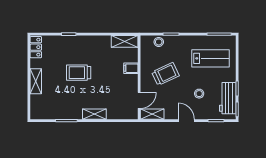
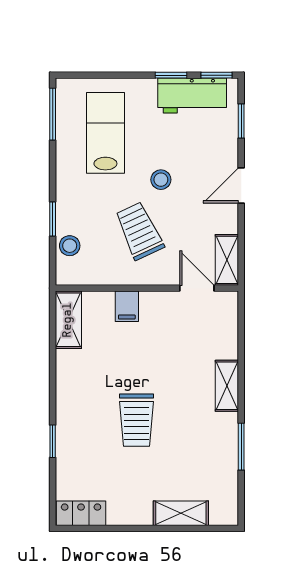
shelving: (36, 81) -> (181, 513), moved
stool: (199, 94) -> (161, 180), moved

